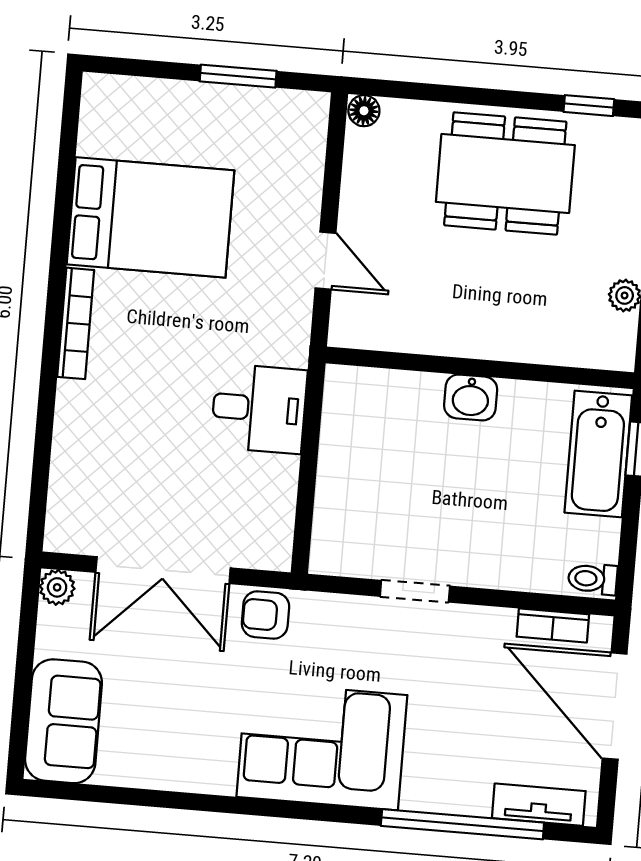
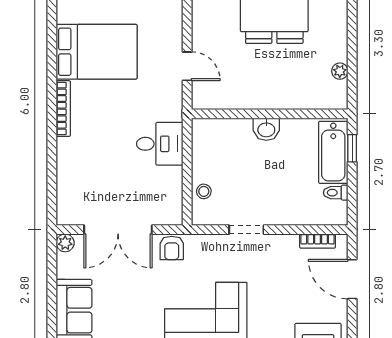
stool: (338, 509) -> (204, 191), added
toilet: (593, 579) -> (336, 193), moved
armchair: (265, 615) -> (172, 248), turned -90
door: (615, 706) -> (352, 279), width x0.73

